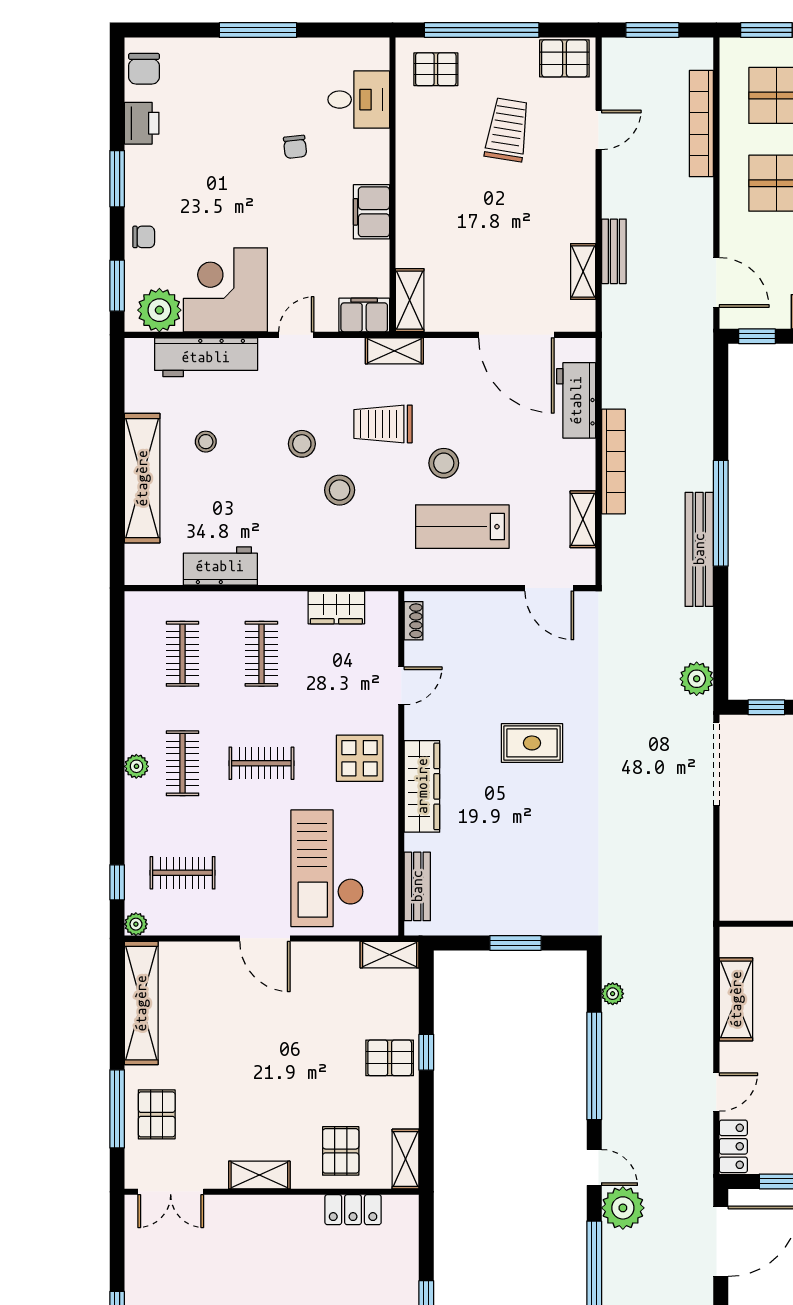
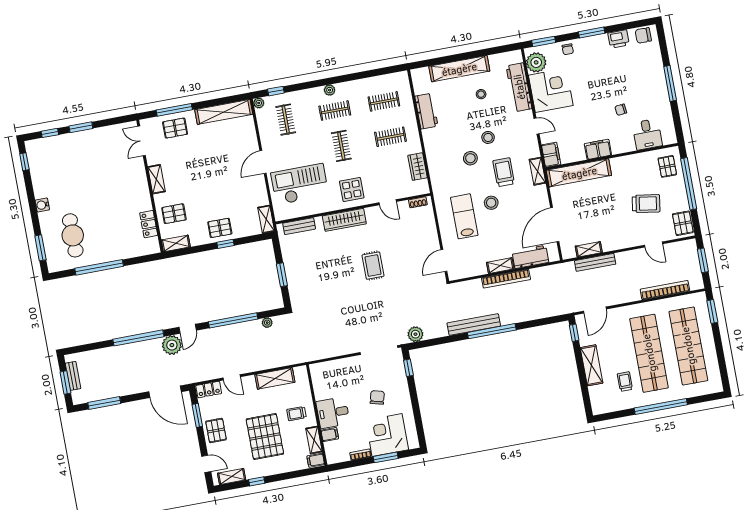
bench: (614, 251) -> (595, 262), width x1.36
shelving: (410, 300) -> (579, 173), width x2.20, depth x1.33
shelving: (583, 519) -> (500, 266), moved
pallet: (390, 1058) -> (220, 228), turned 90

